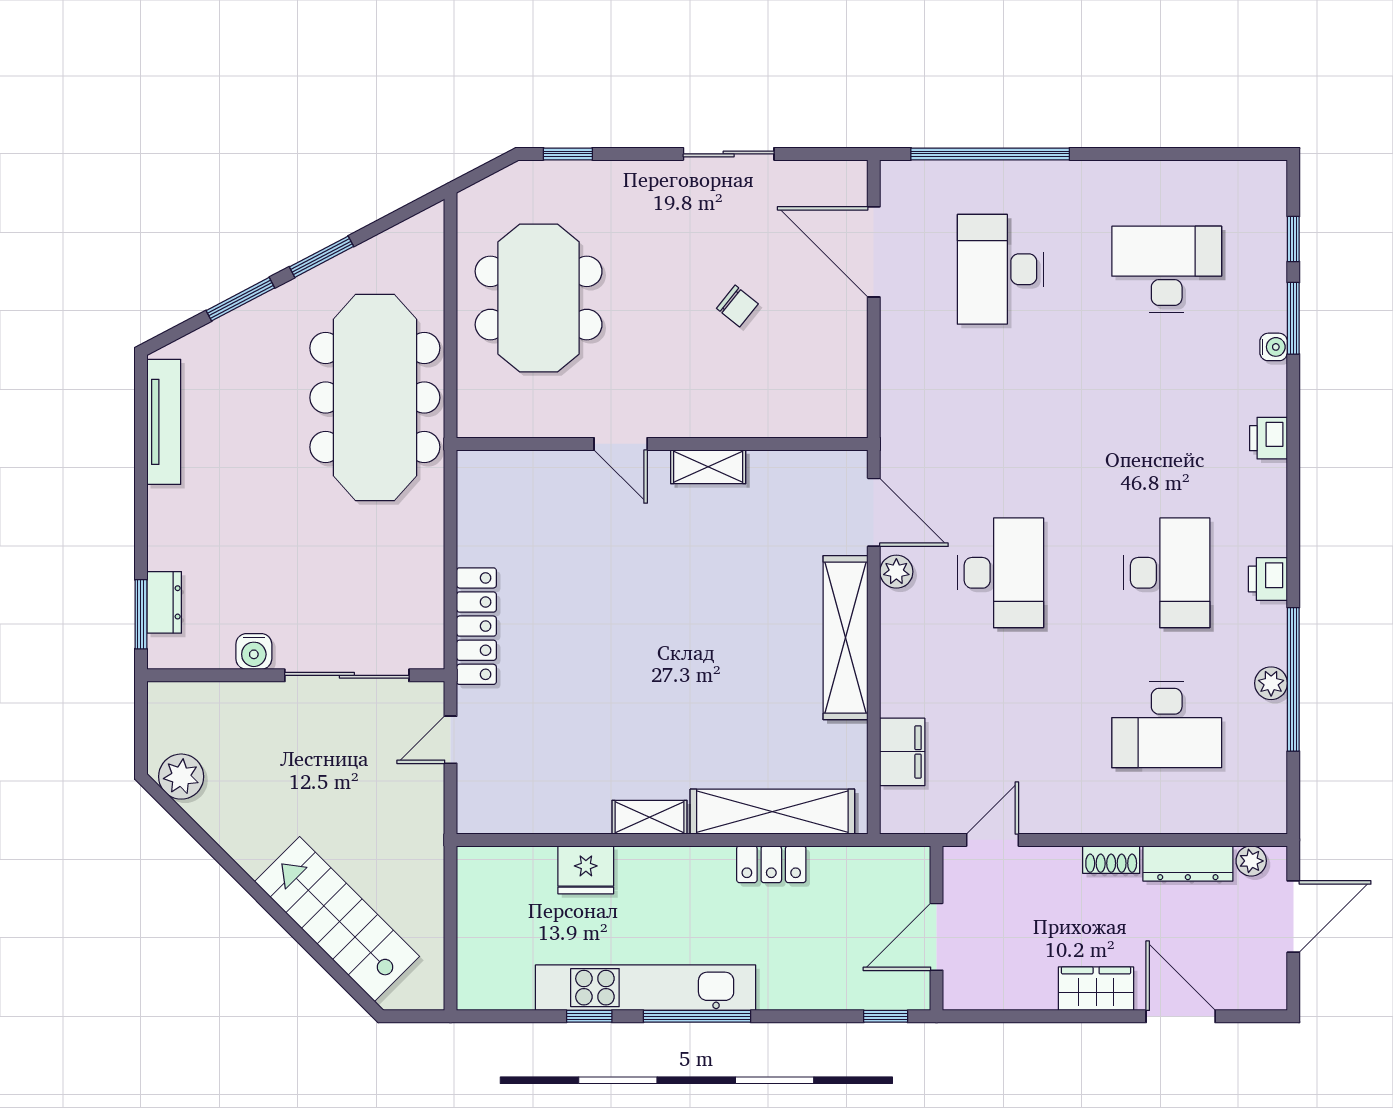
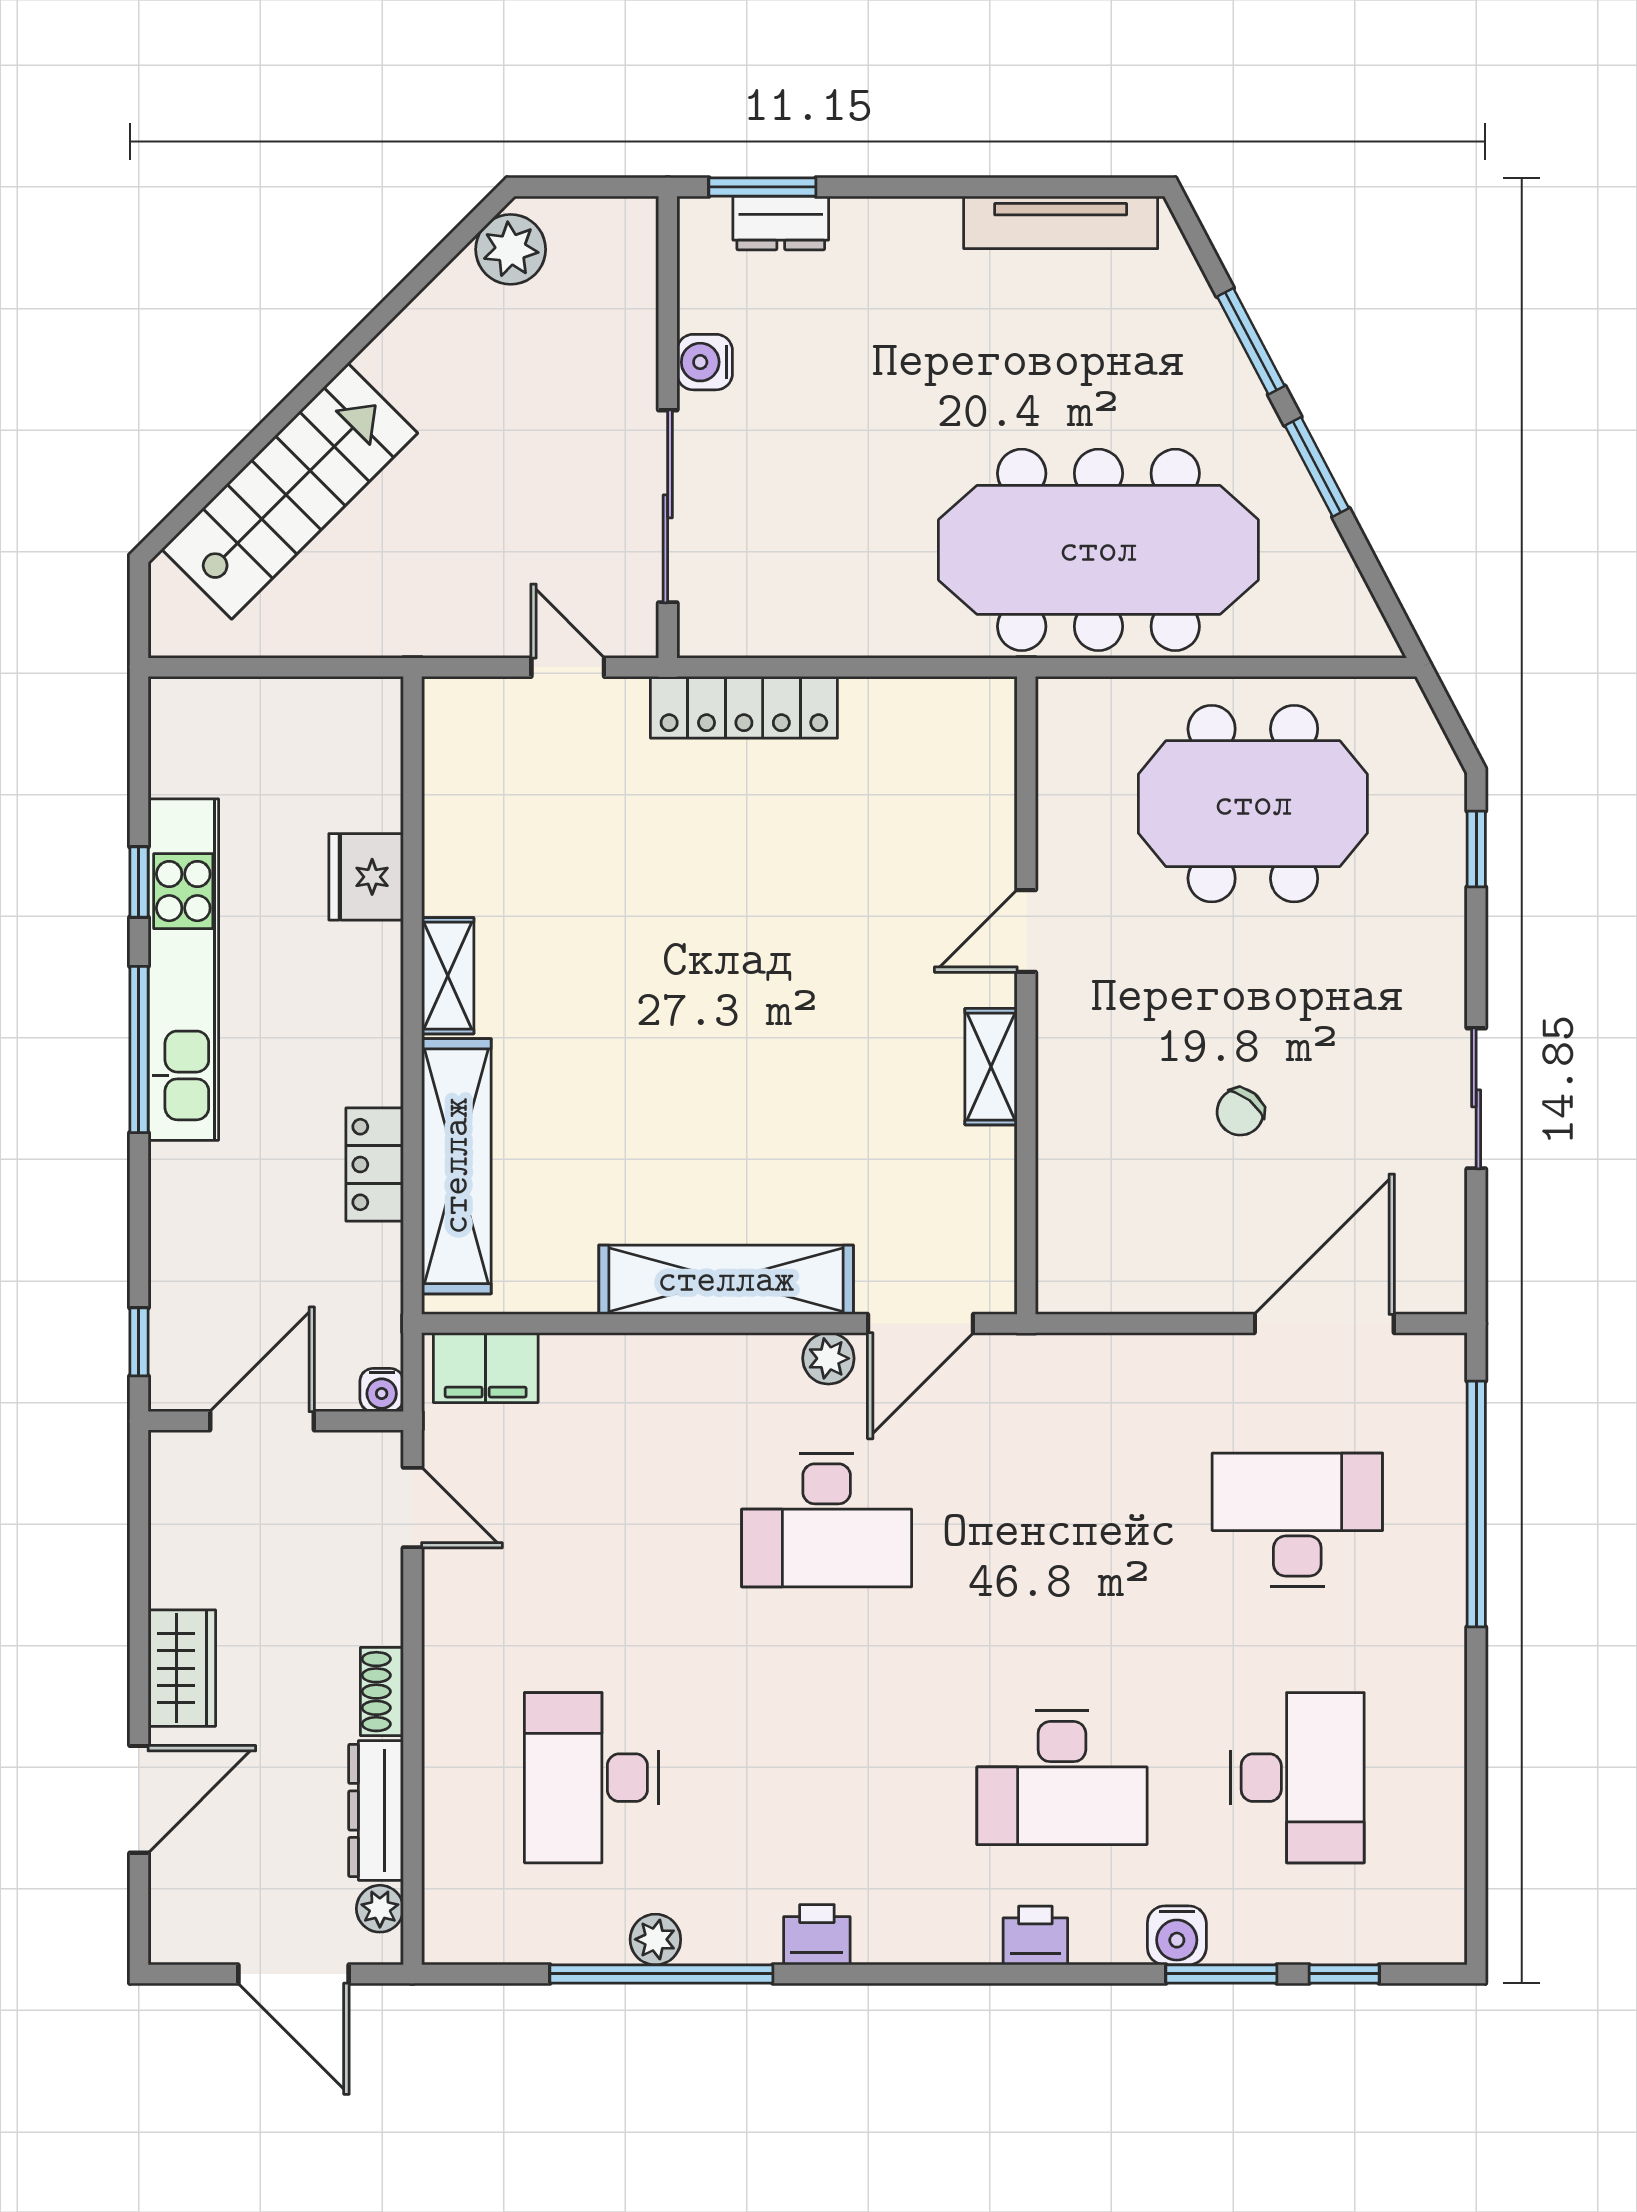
water cooler: (1274, 347) -> (1177, 1935), width x1.38, depth x1.38
desk: (1167, 573) -> (1062, 1778), moved
filing cabinet: (902, 752) -> (486, 1368), moved
water cooler: (917, 860) -> (382, 1390), added
door: (937, 937) -> (262, 1421), hinge flipped

